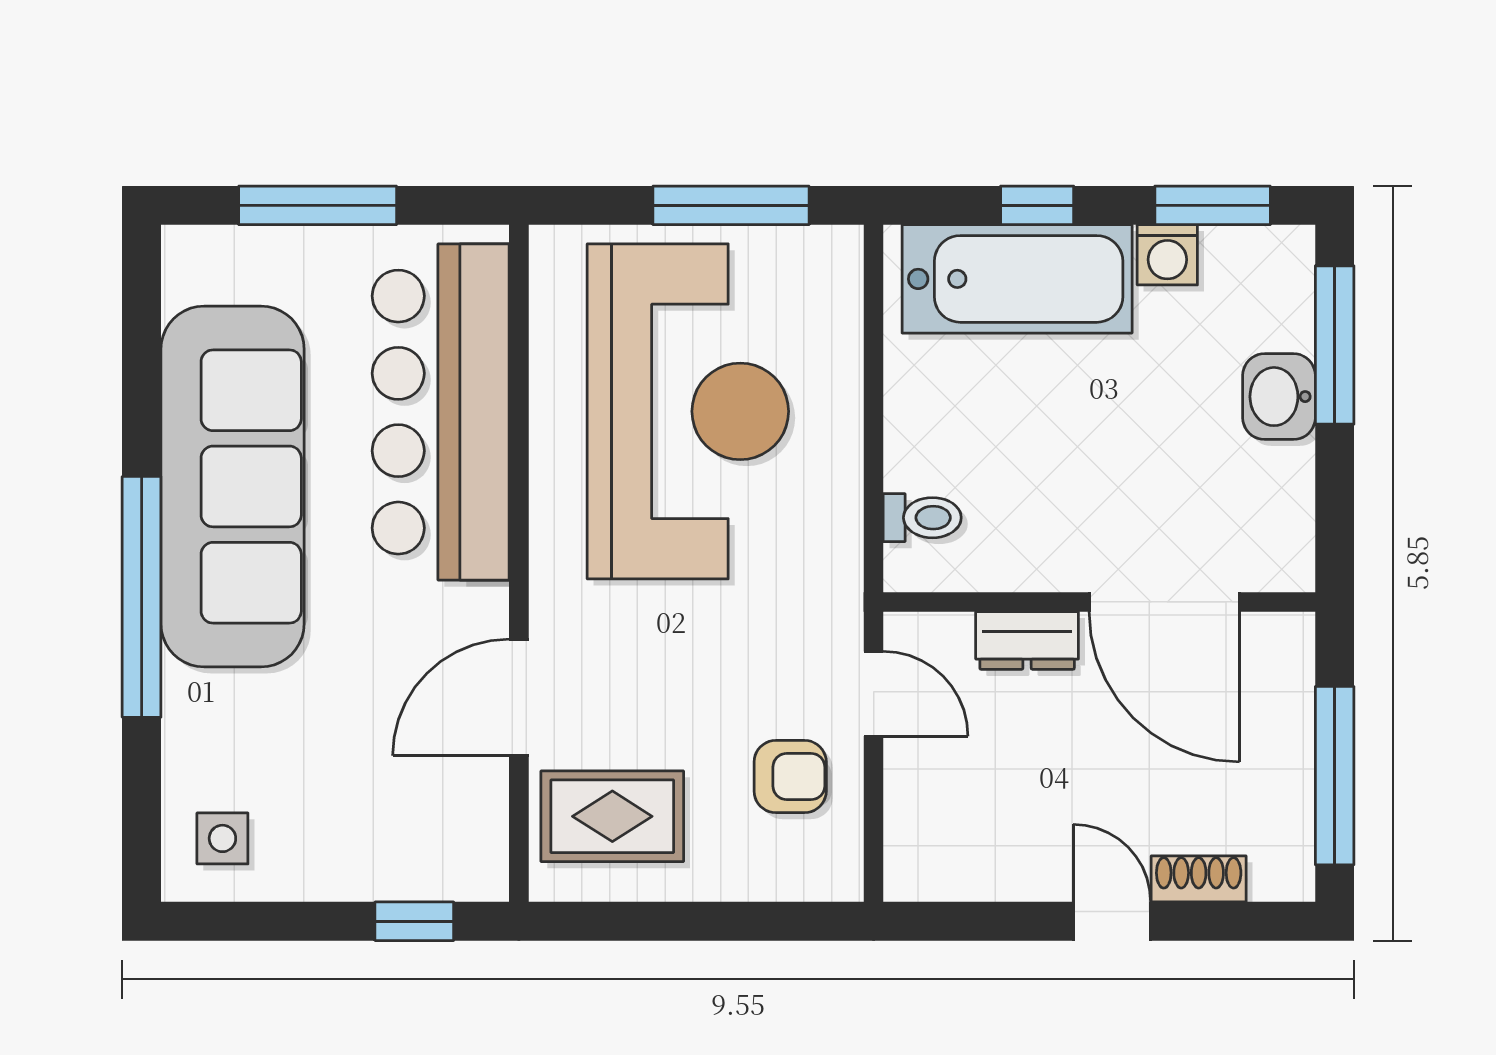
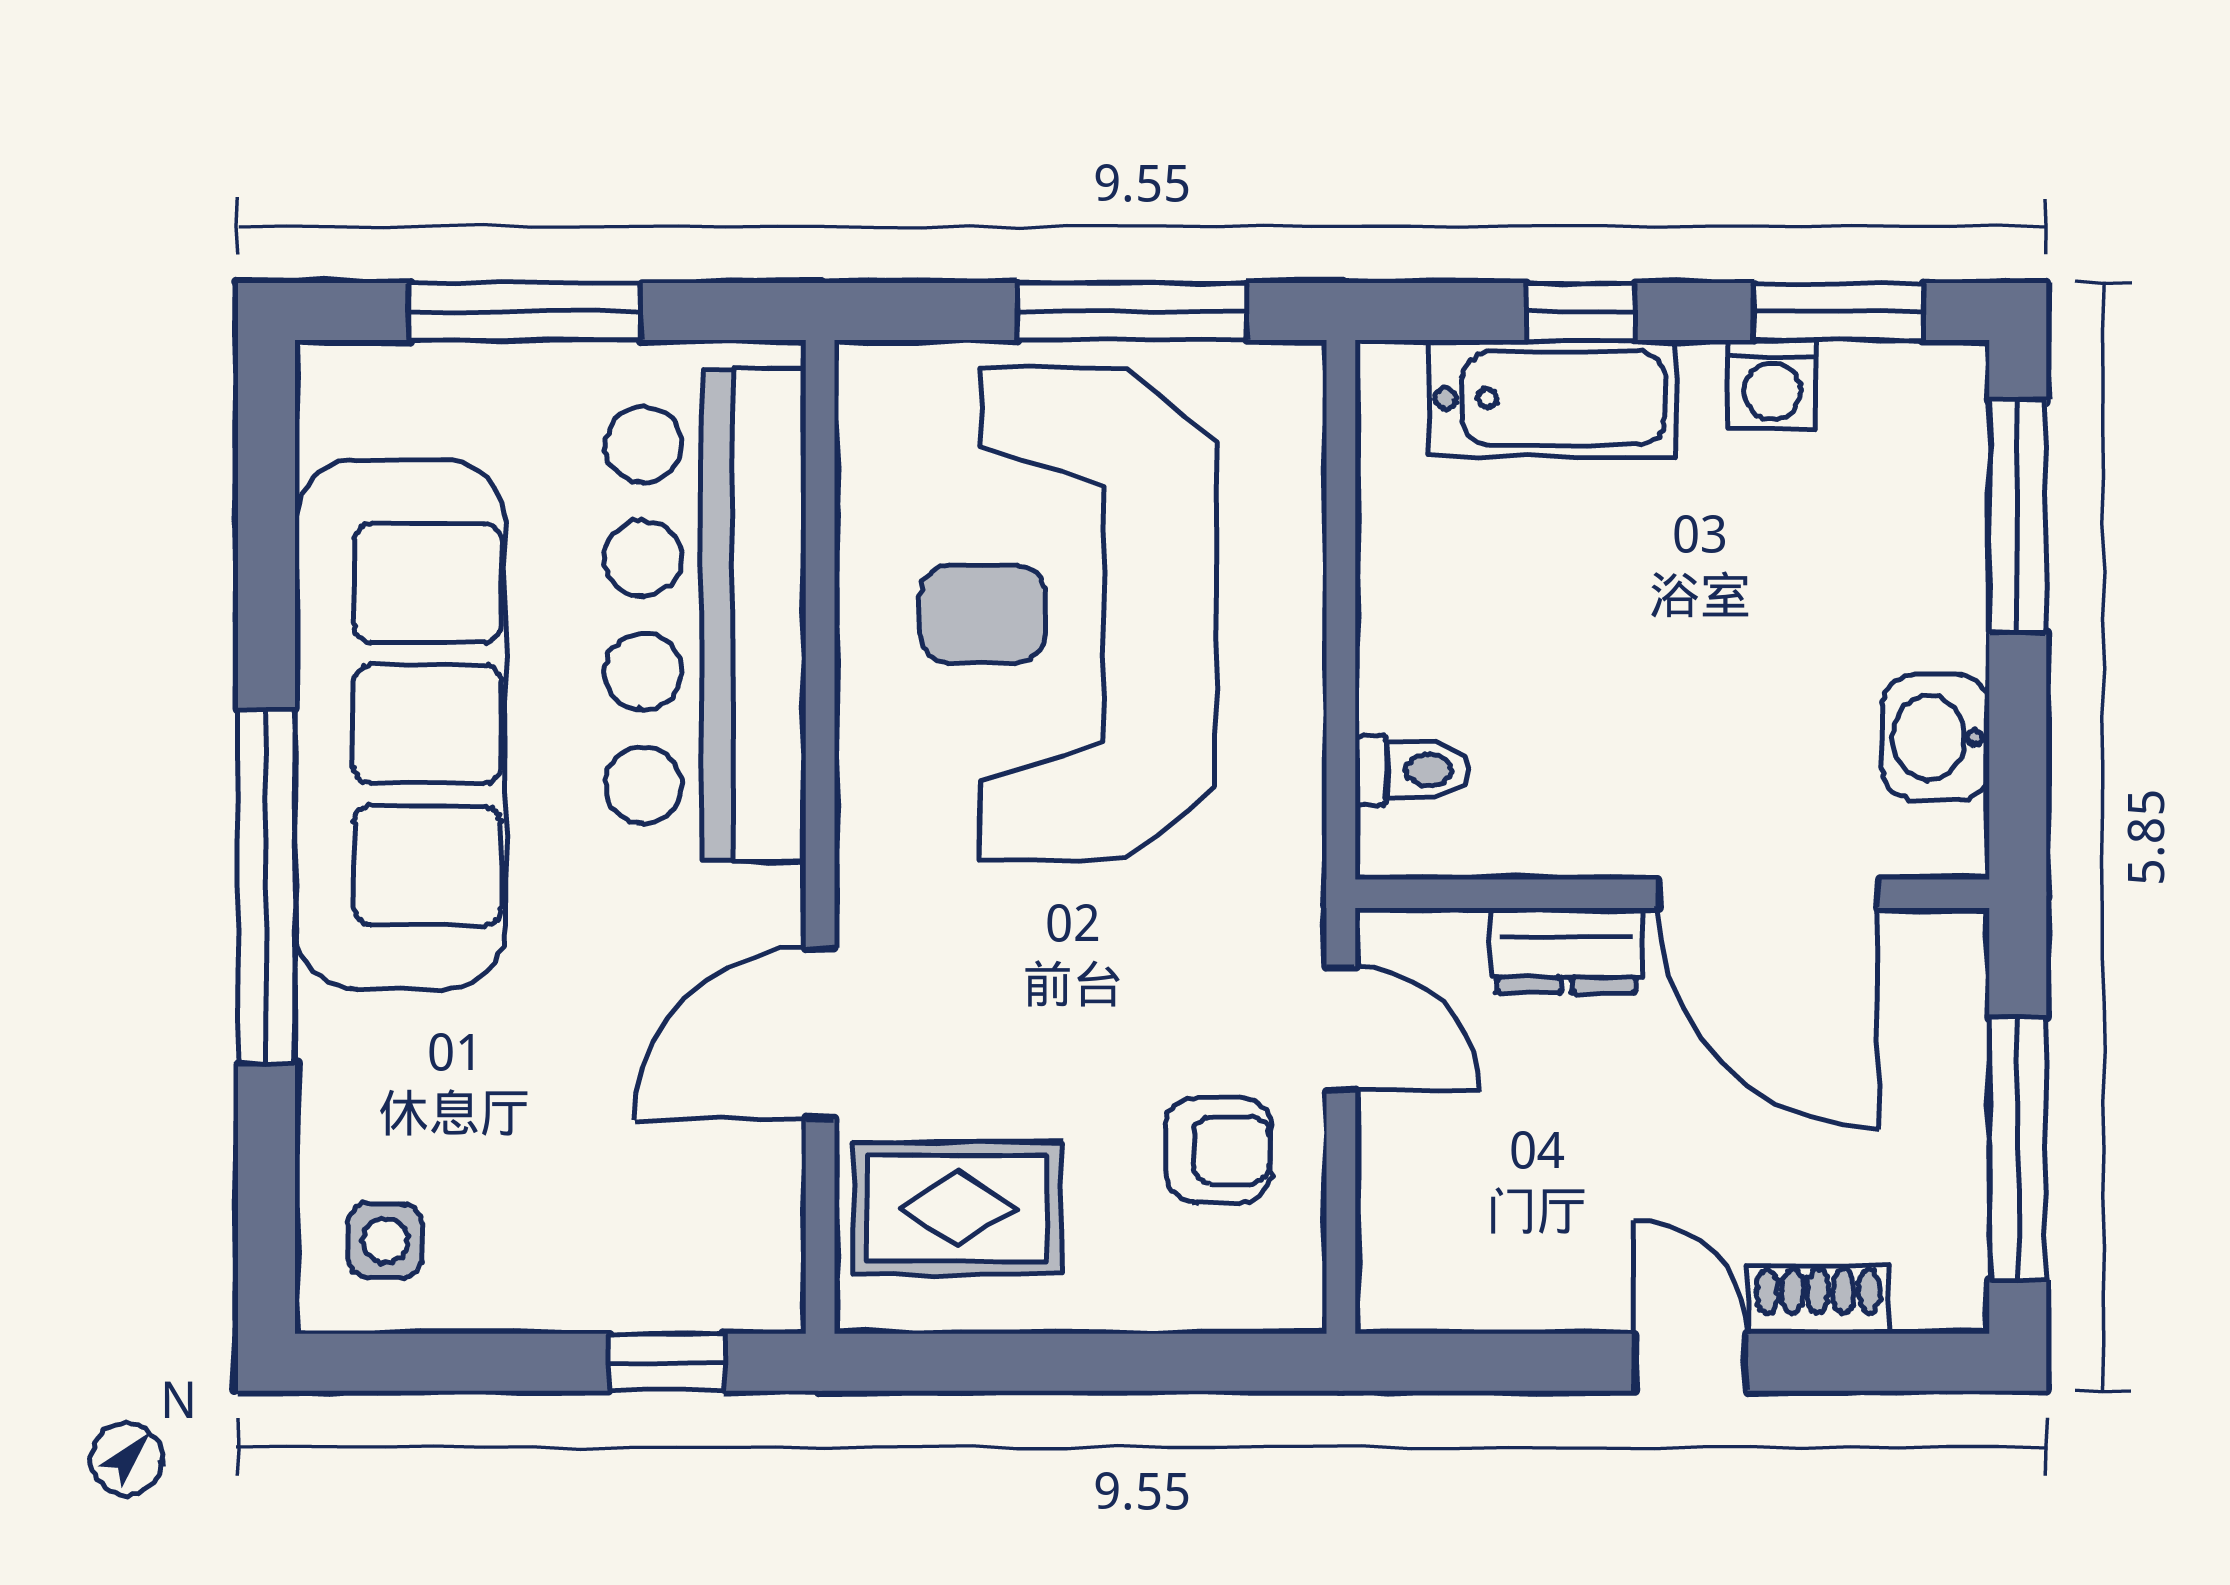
bathtub: (1017, 279) -> (1552, 398), width x0.73, depth x0.73
washbasin: (1279, 397) -> (1936, 738), moved
reception desk: (688, 411) -> (1068, 614), turned 180

